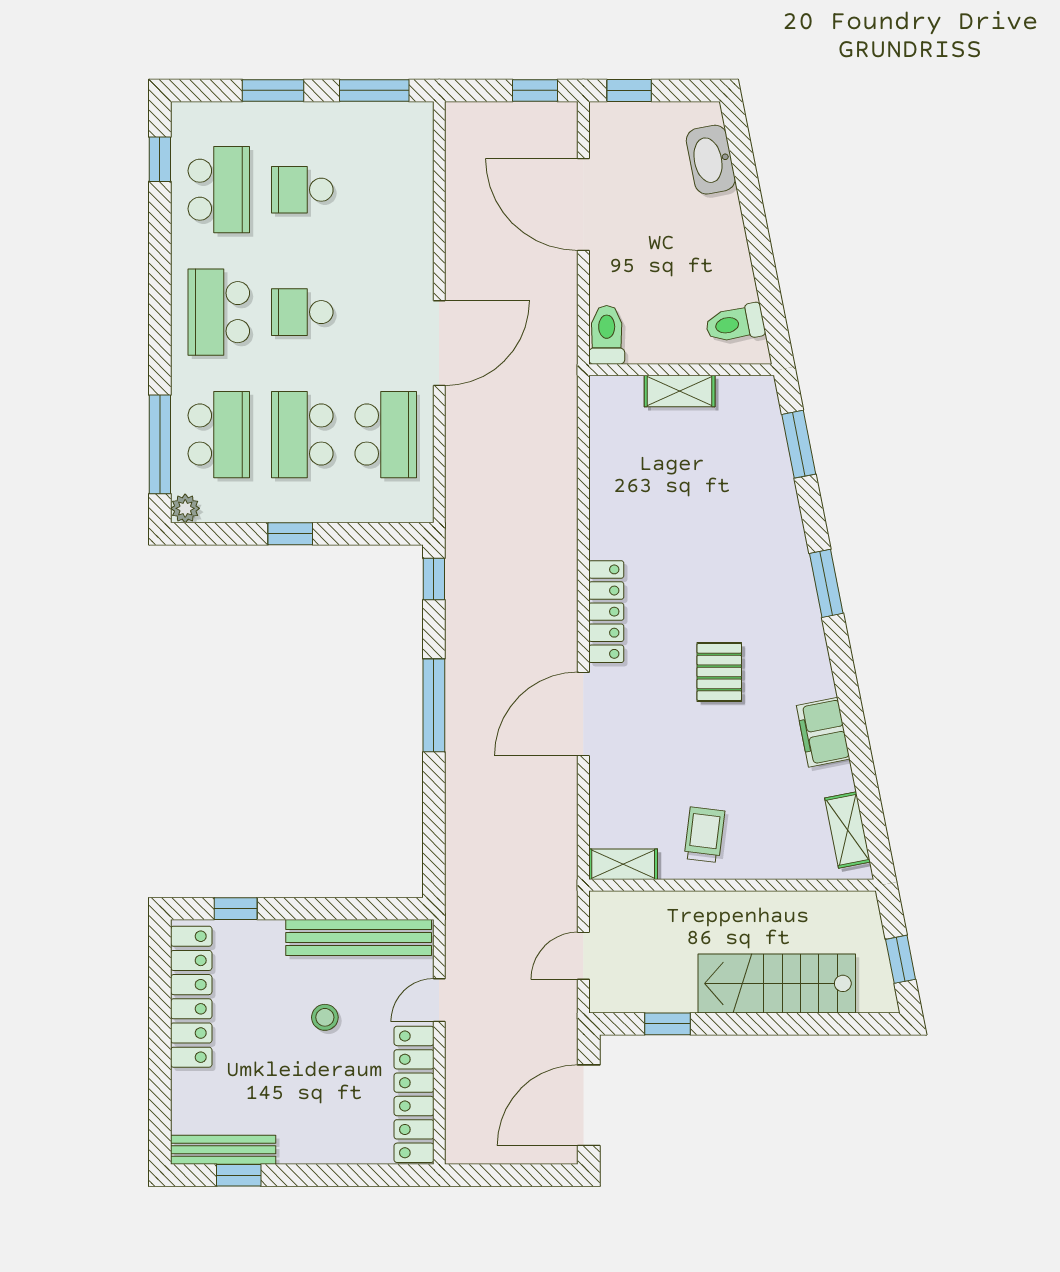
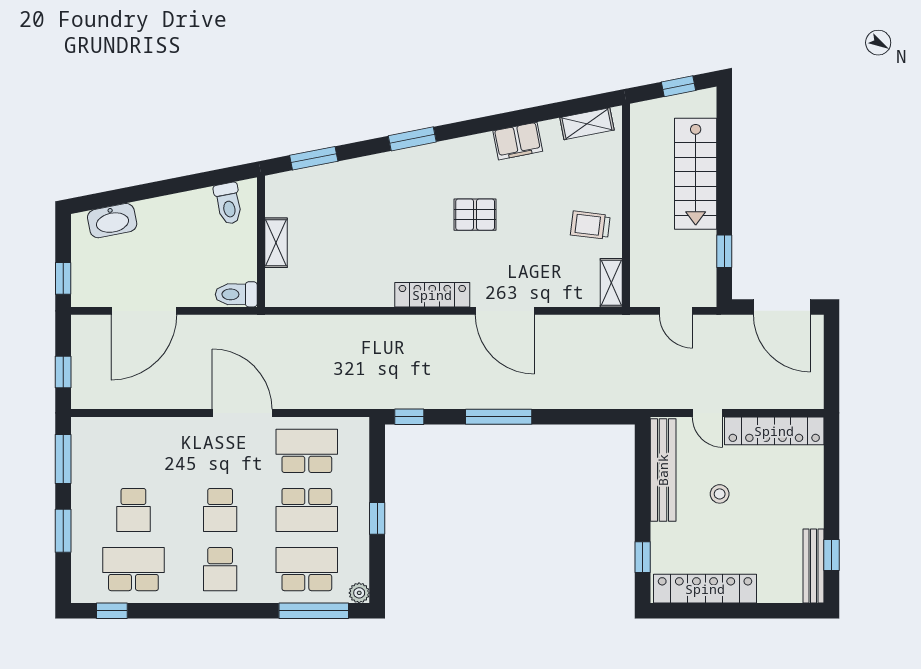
window: (535, 90) -> (63, 372), moved
school desk: (219, 312) -> (220, 569), width x0.54

